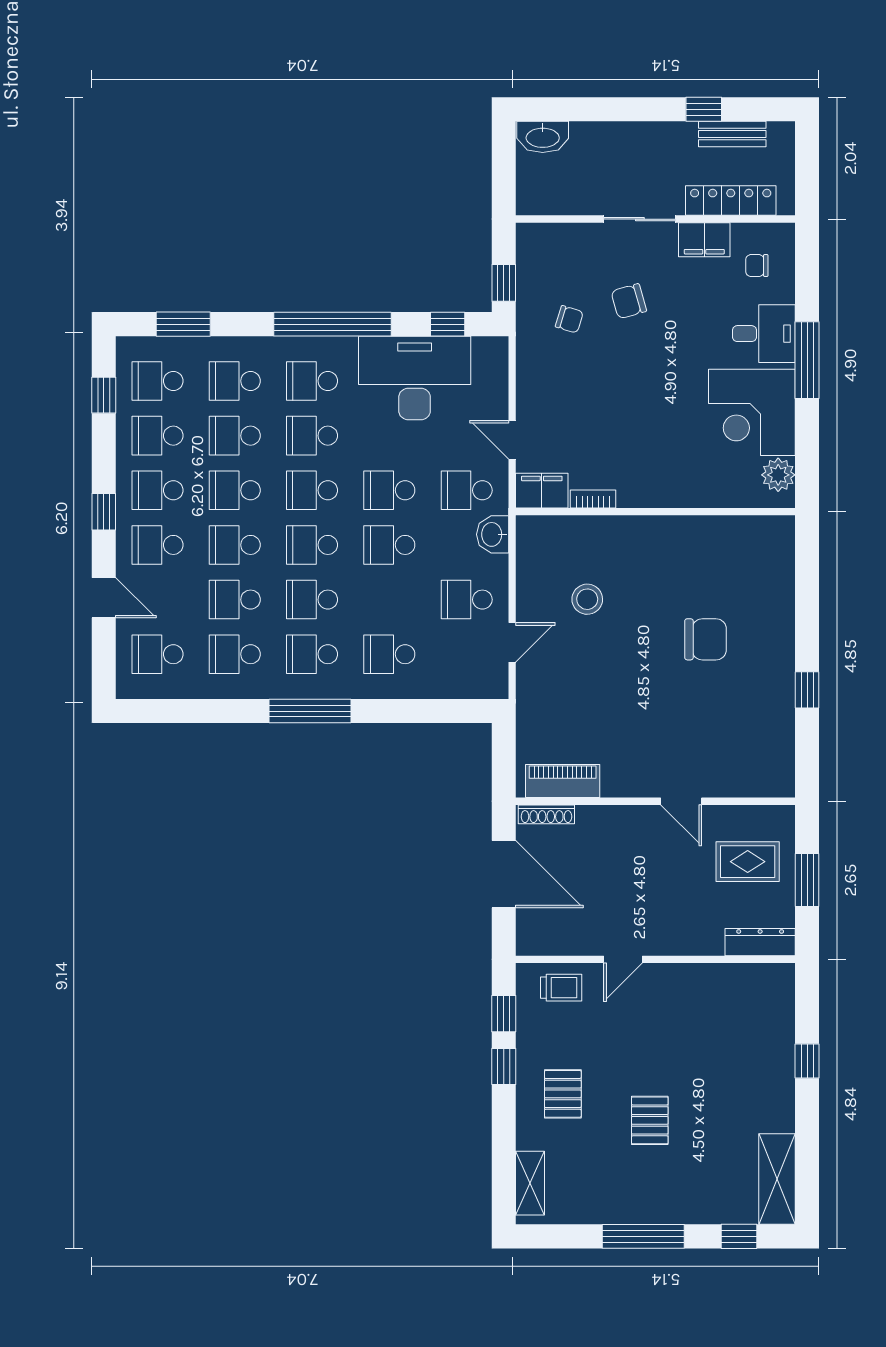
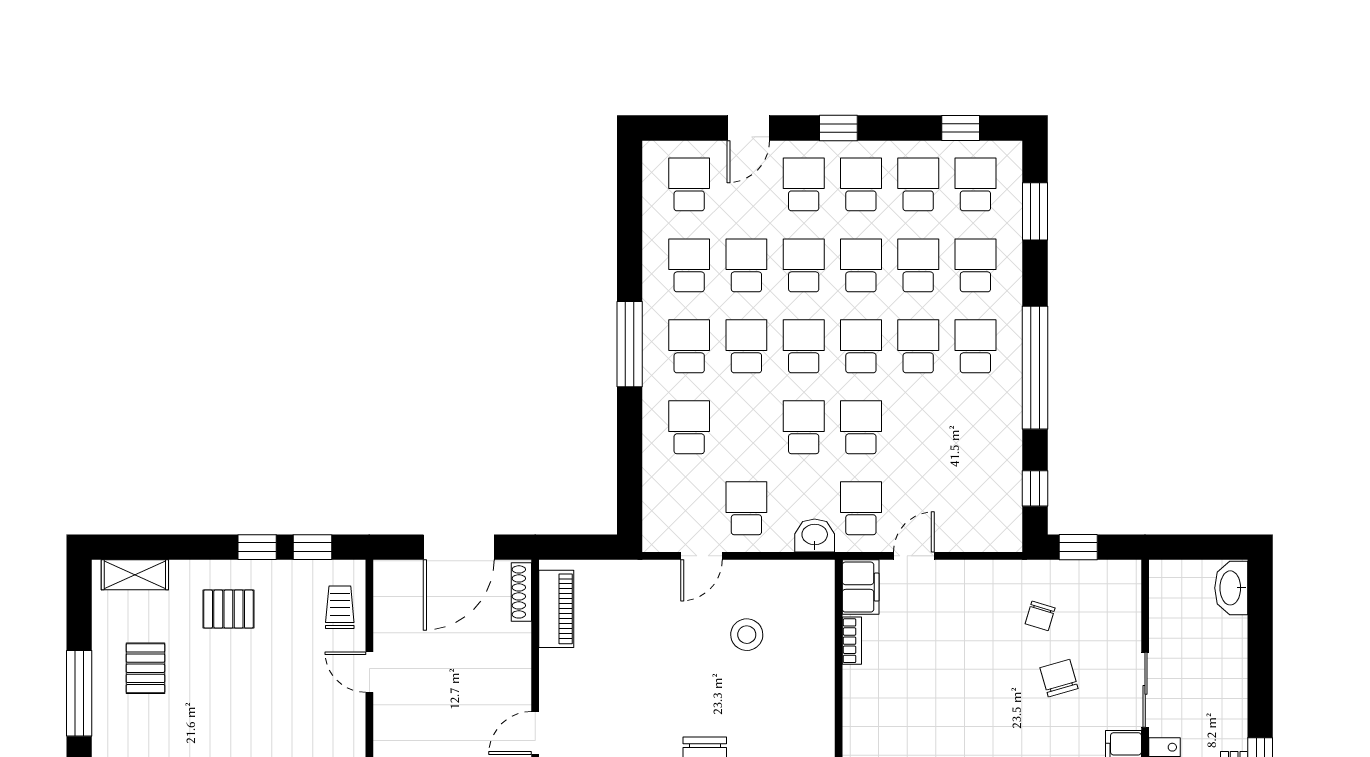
desk: (415, 378) -> (979, 454), removed
door: (512, 642) -> (701, 556), hinge flipped
trolley: (561, 988) -> (340, 607), turned 180
pallet: (650, 1120) -> (145, 668), moved, turned 90

